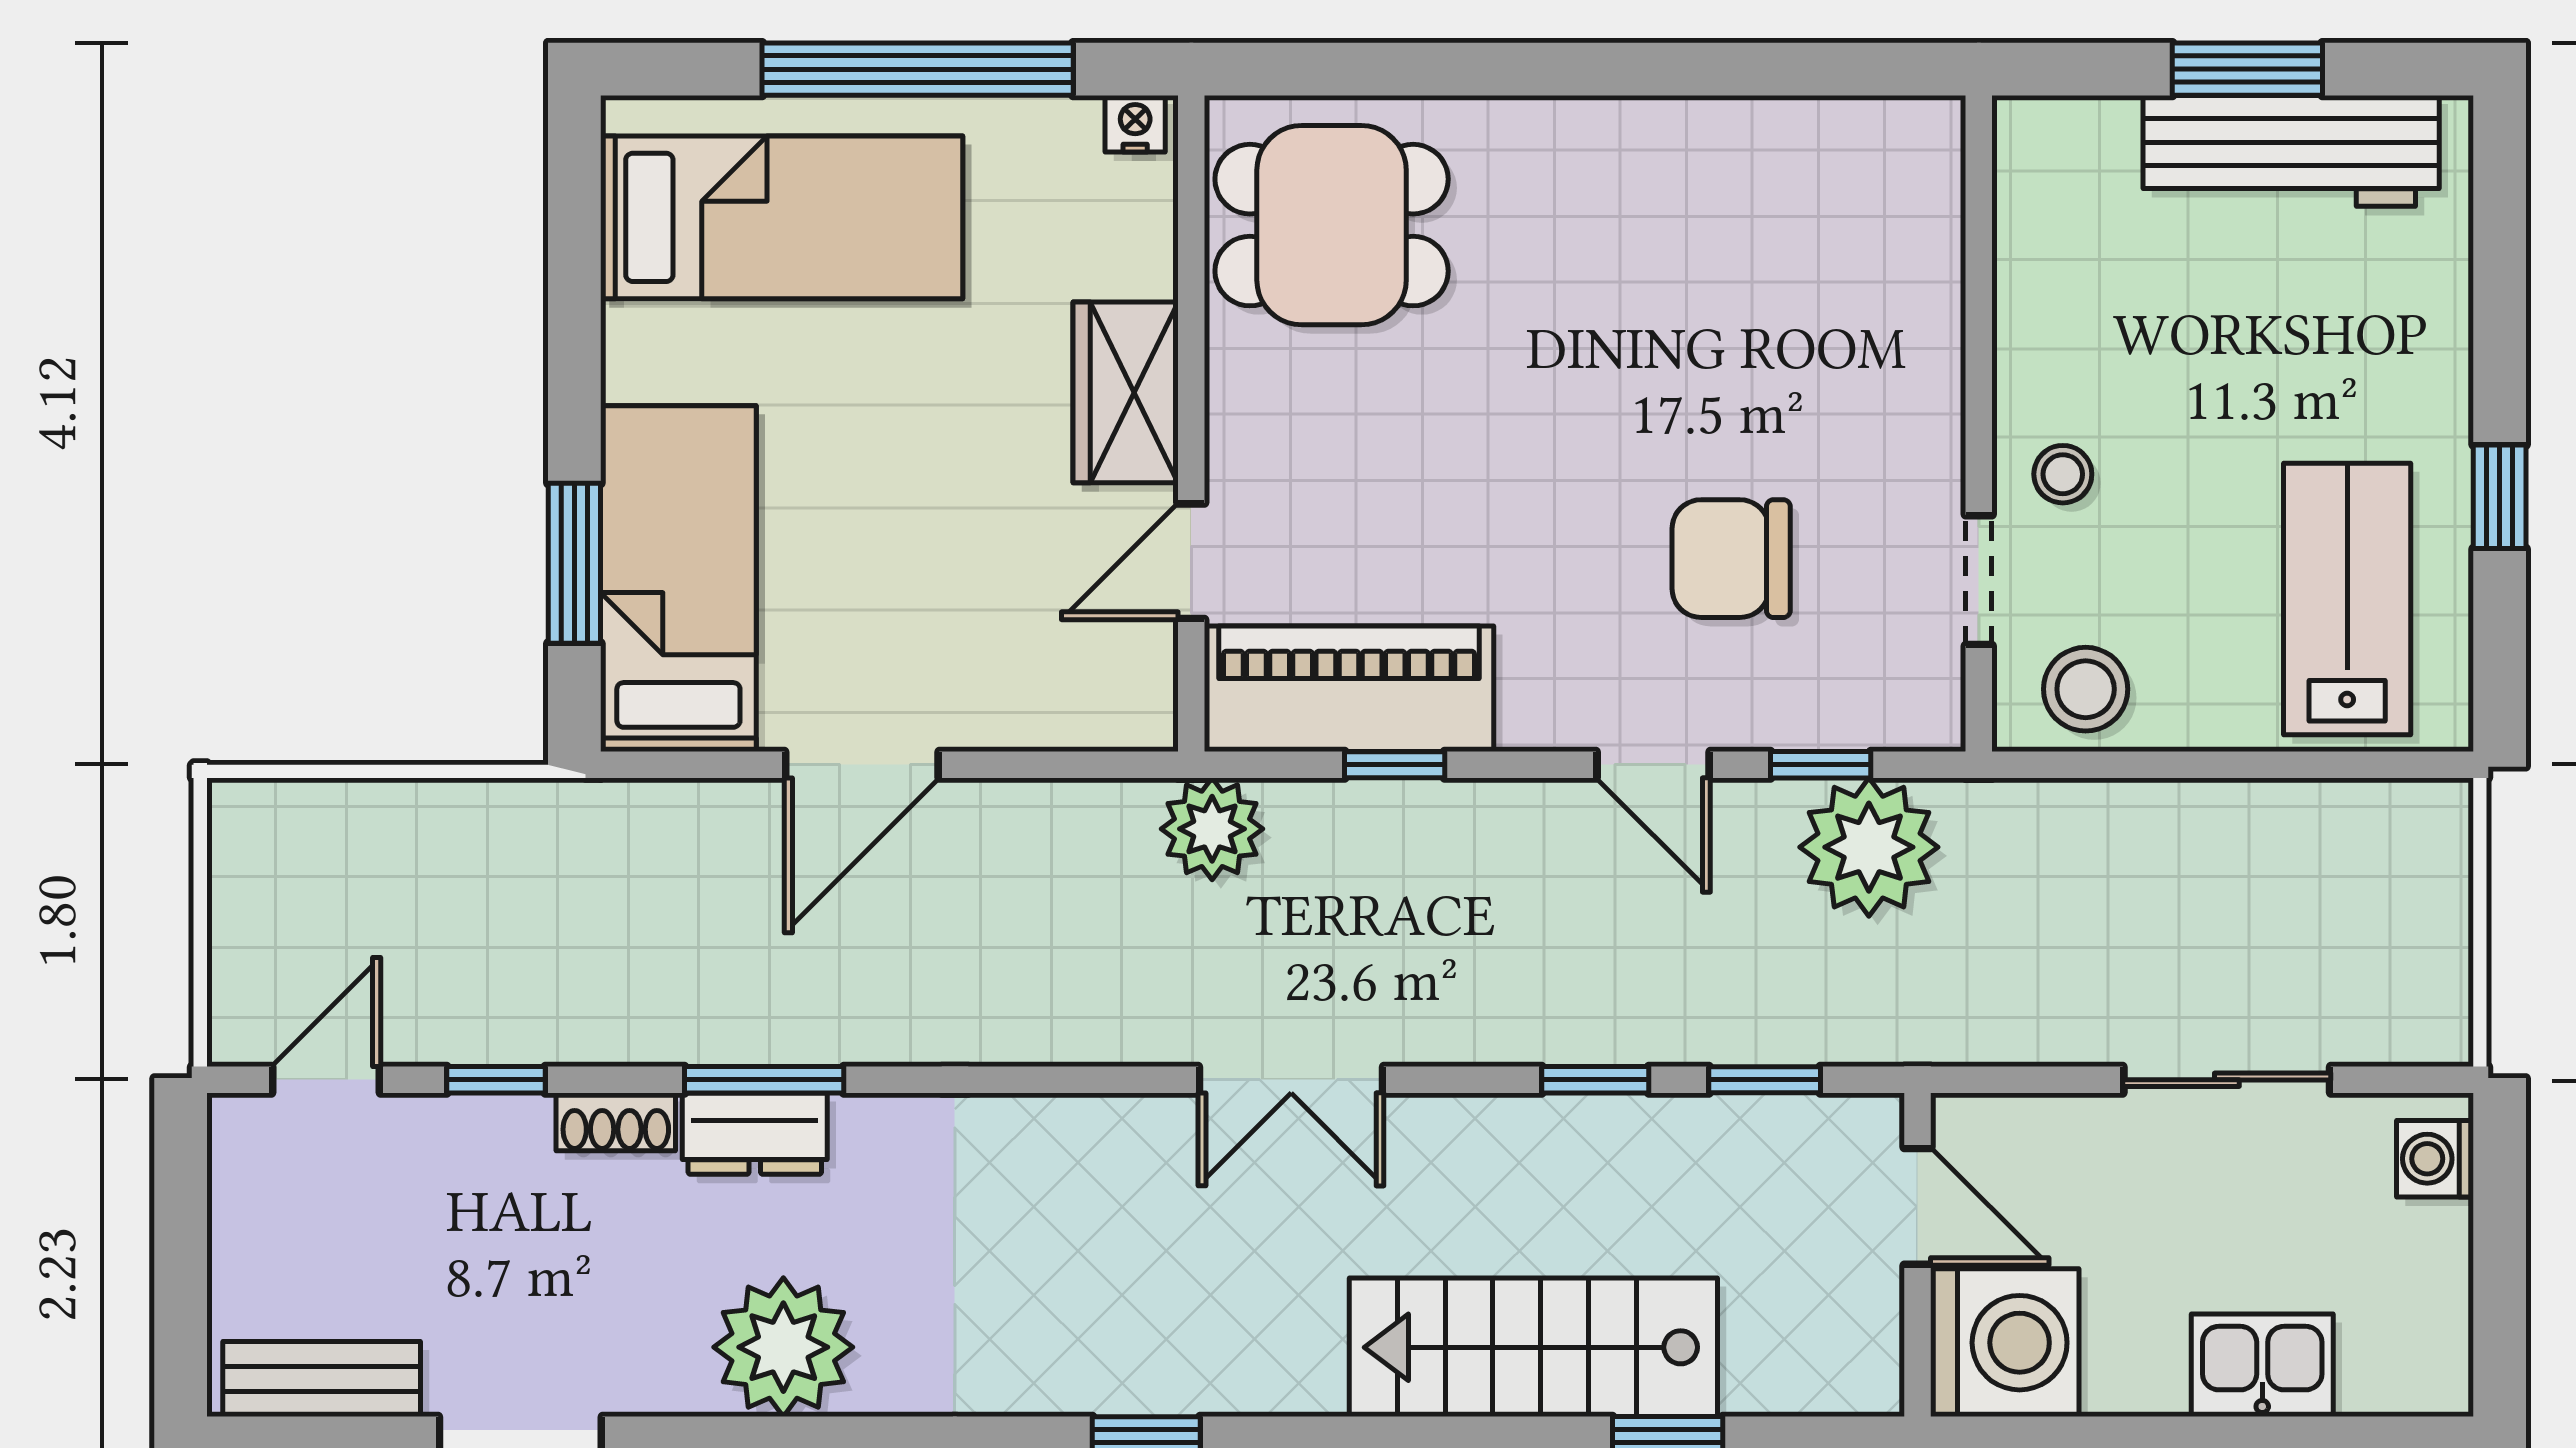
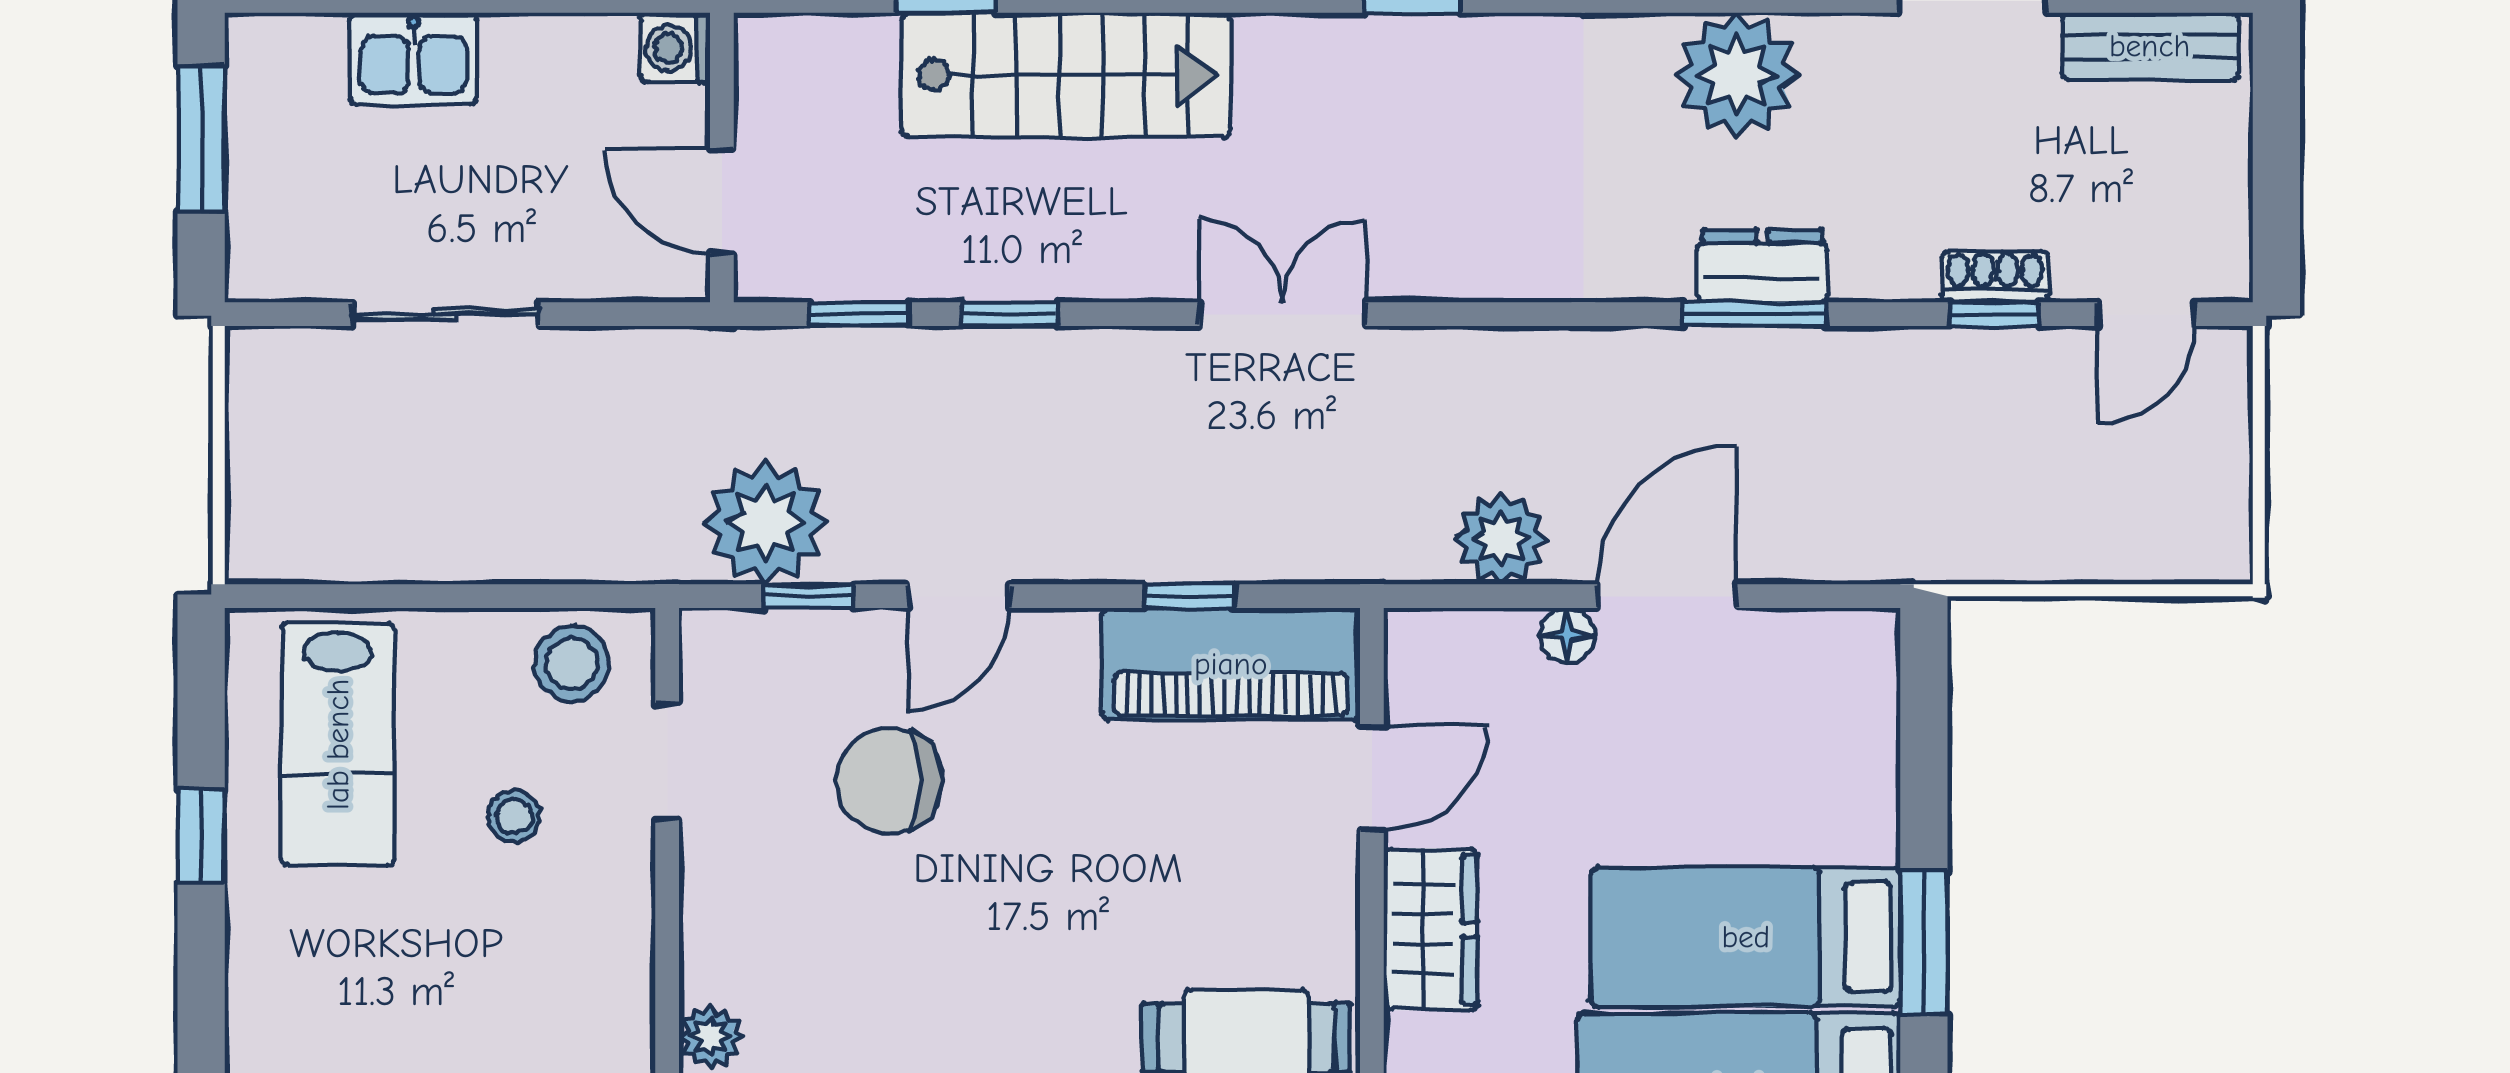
plant: (1931, 272) -> (710, 1037), added
stool: (2063, 474) -> (514, 816), moved
chair: (1731, 559) -> (889, 781), turned 180
window: (574, 563) -> (1924, 942), moved
bed: (678, 579) -> (1746, 937), moved, turned 90
floor lamp: (973, 721) -> (1567, 635), added
door: (1653, 765) -> (959, 596), swing flipped
plant: (1212, 829) -> (1501, 539), moved
shoe rack: (616, 1122) -> (1995, 277), moved
washing machine: (2435, 1159) -> (259, 244), removed
window: (2500, 1276) -> (201, 138), added
washing machine: (2005, 1343) -> (675, 48), width x0.53, depth x0.53

